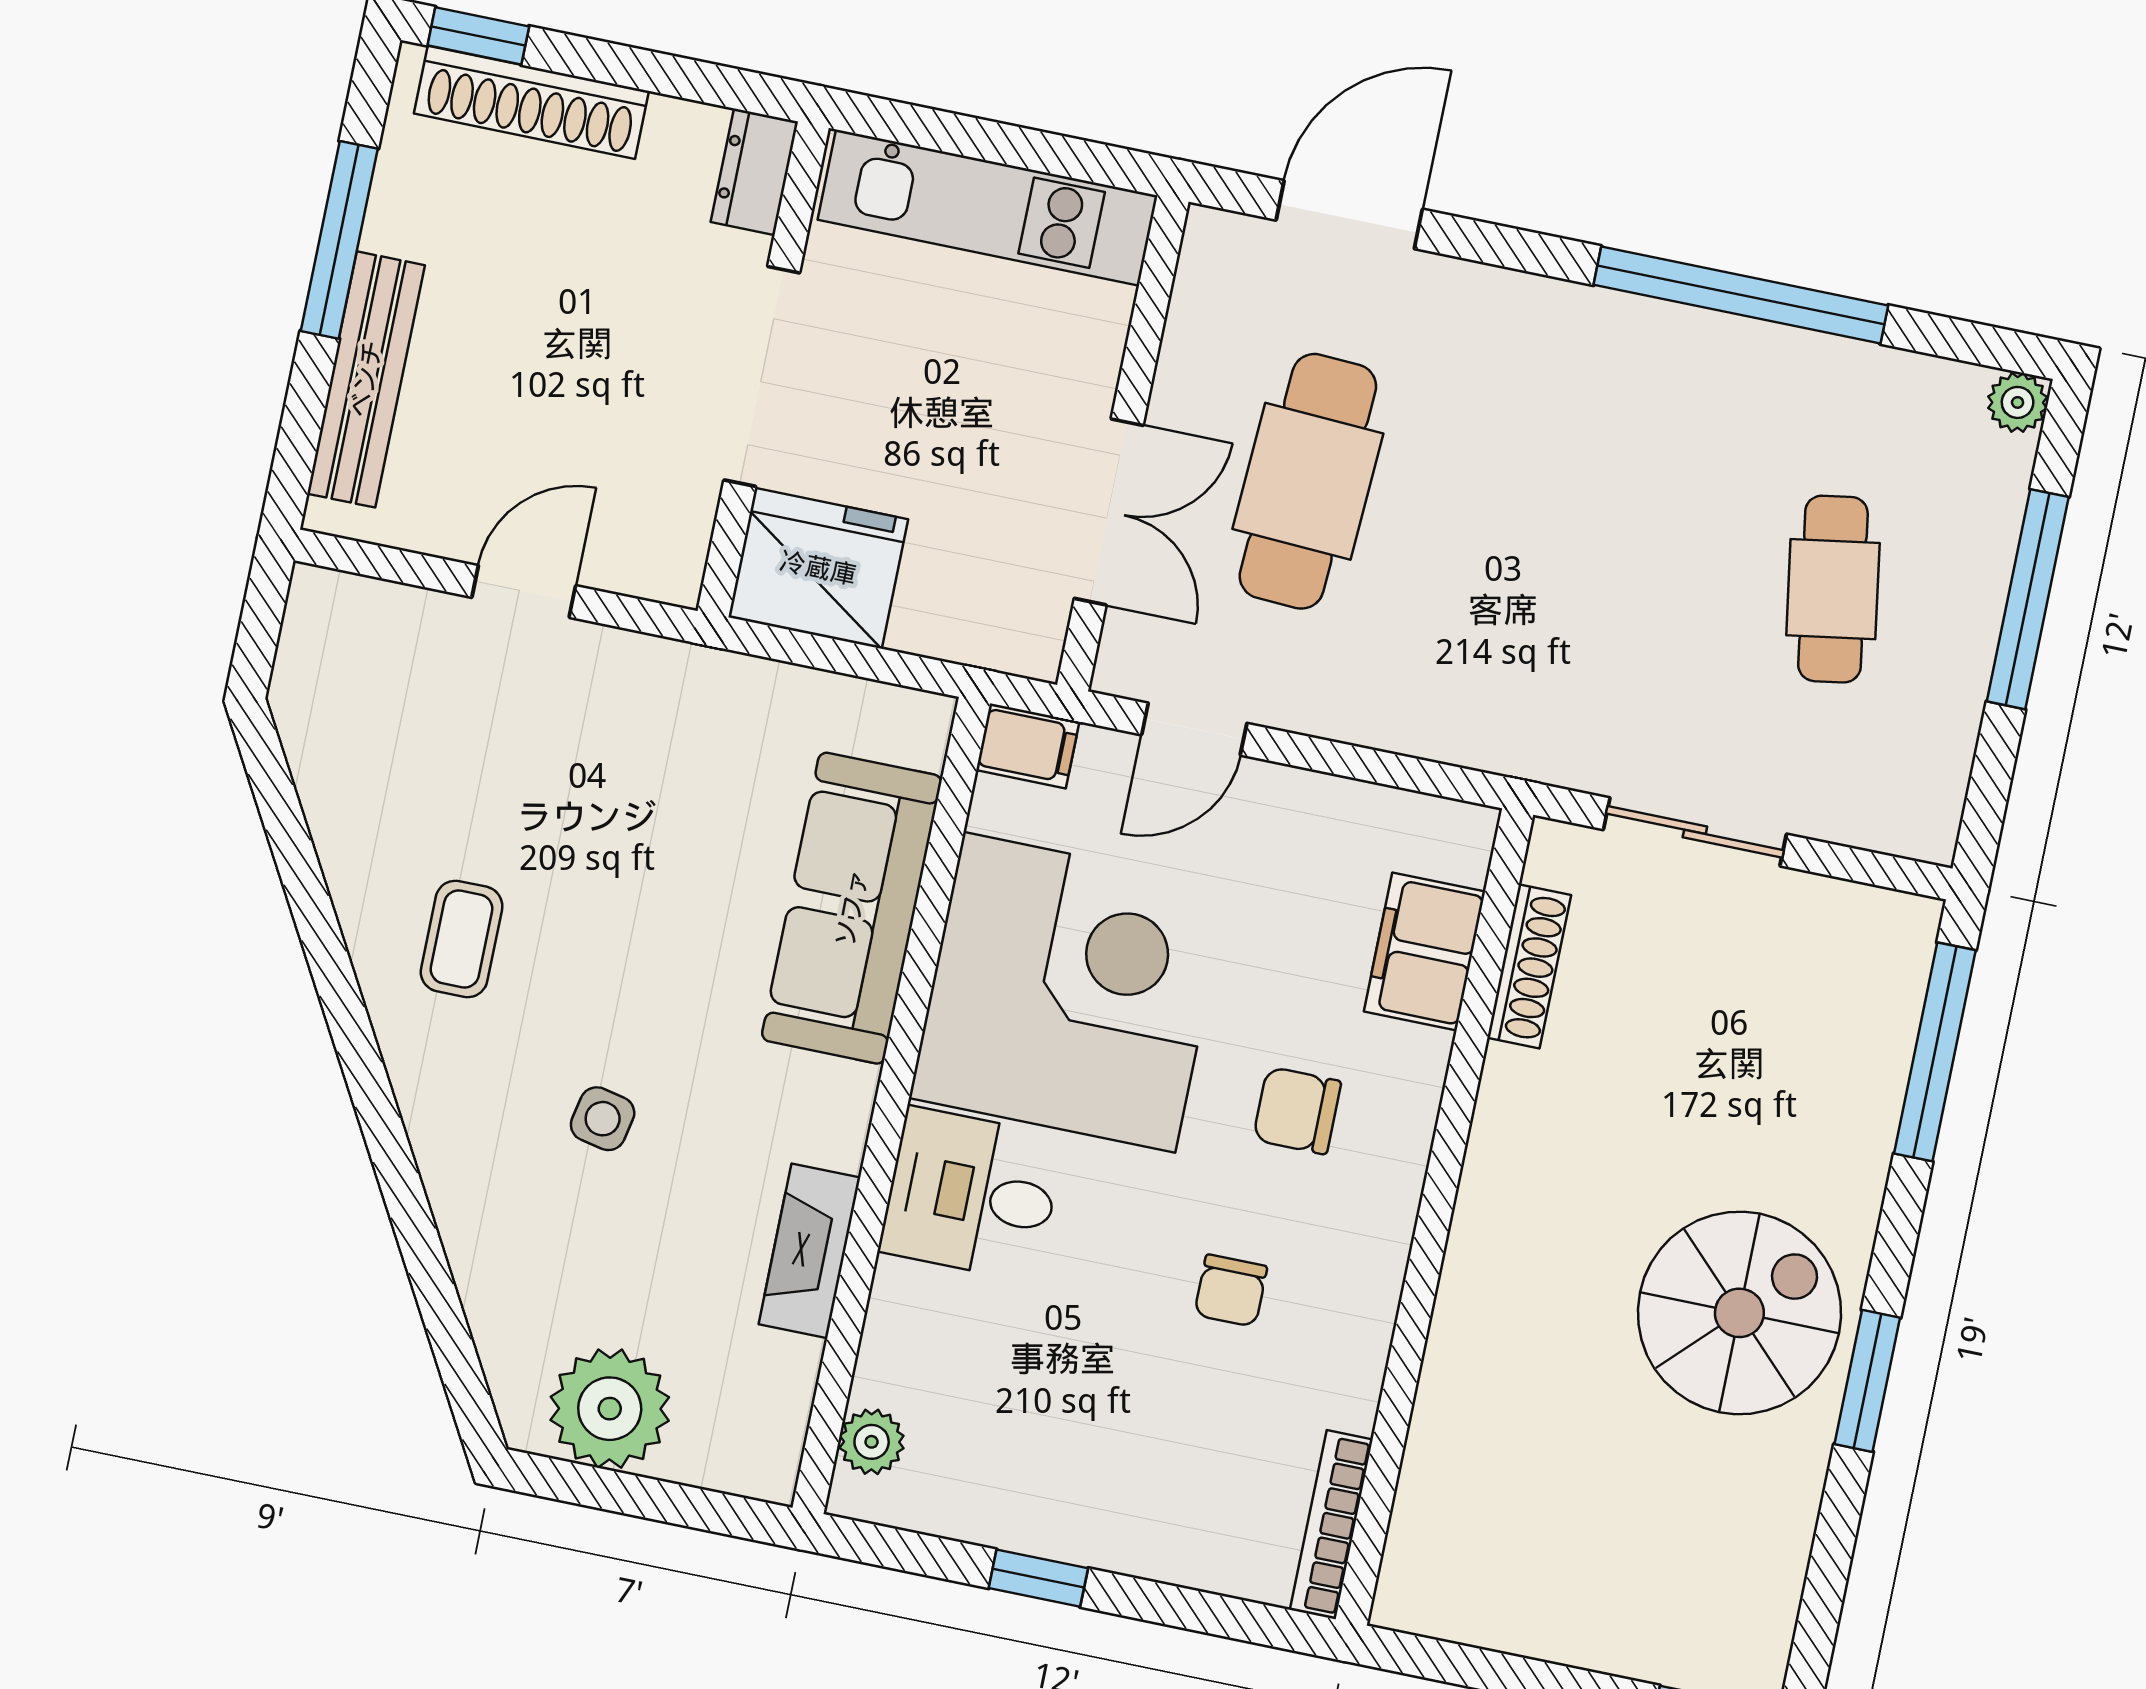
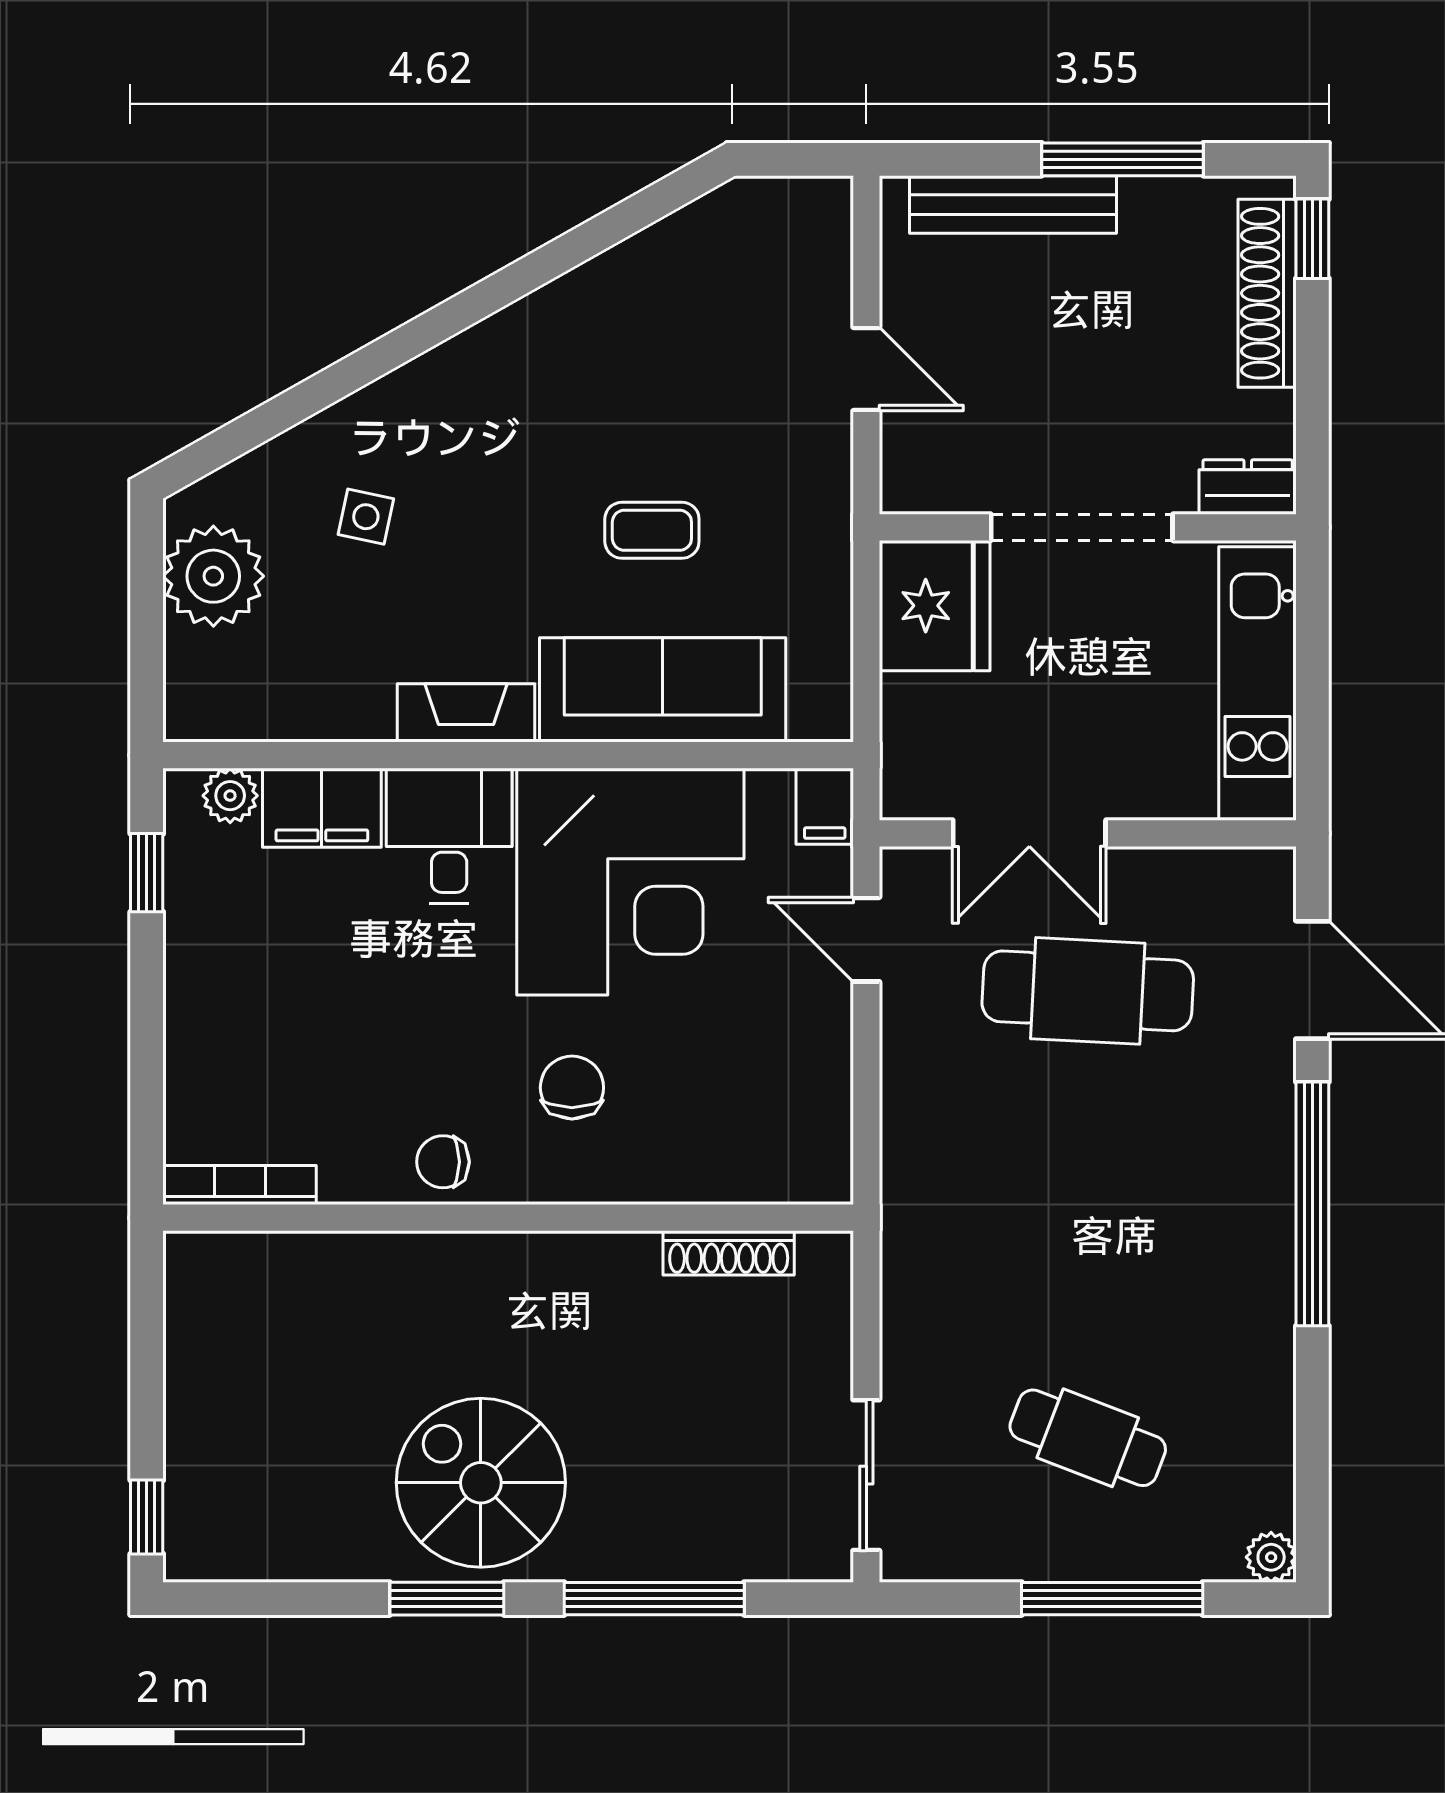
window: (1741, 295) -> (1312, 1204), moved
cafe table: (1833, 589) -> (1088, 1438), turned 30
sliding door: (1695, 832) -> (866, 1475), moved
coffee table: (462, 939) -> (652, 530), moved
filing cabinet: (1425, 951) -> (322, 808), moved, turned 180
window: (1935, 1052) -> (654, 1599), moved
side table: (603, 1119) -> (366, 517), moved
fireplace: (810, 1251) -> (466, 713), moved
chair: (1231, 1291) -> (443, 1162), moved
spiral stairs: (1739, 1313) -> (481, 1483), turned 180
window: (1038, 1578) -> (147, 873), moved

